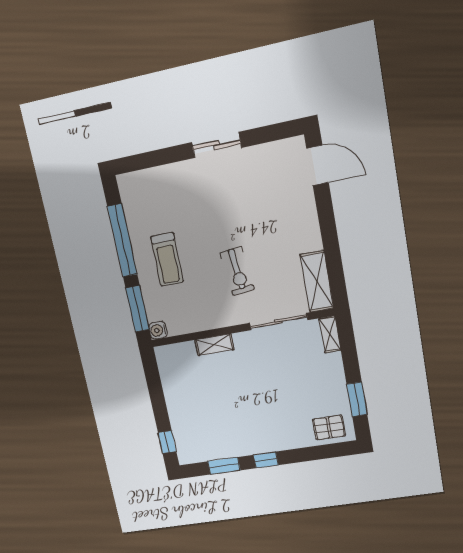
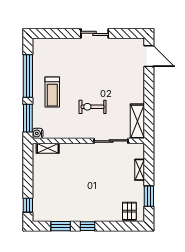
exercise bike: (237, 271) -> (92, 107), turned 96
shelving: (330, 334) -> (140, 170), moved
shelving: (214, 345) -> (48, 148), moved
pallet: (329, 428) -> (129, 211), turned 90

